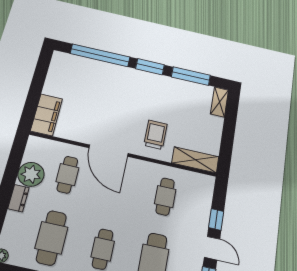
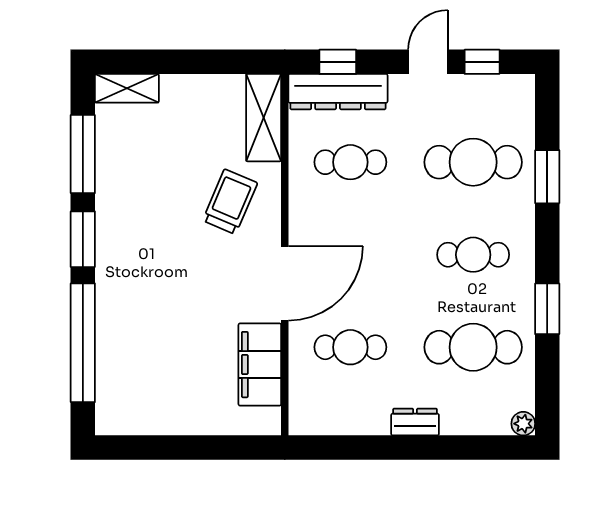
filing cabinet: (47, 115) -> (260, 365), moved, turned -90
trolley: (156, 135) -> (230, 202), turned 113
plant: (31, 174) -> (365, 412), removed
dresser: (203, 199) -> (338, 92), added
window: (216, 219) -> (338, 62), moved

